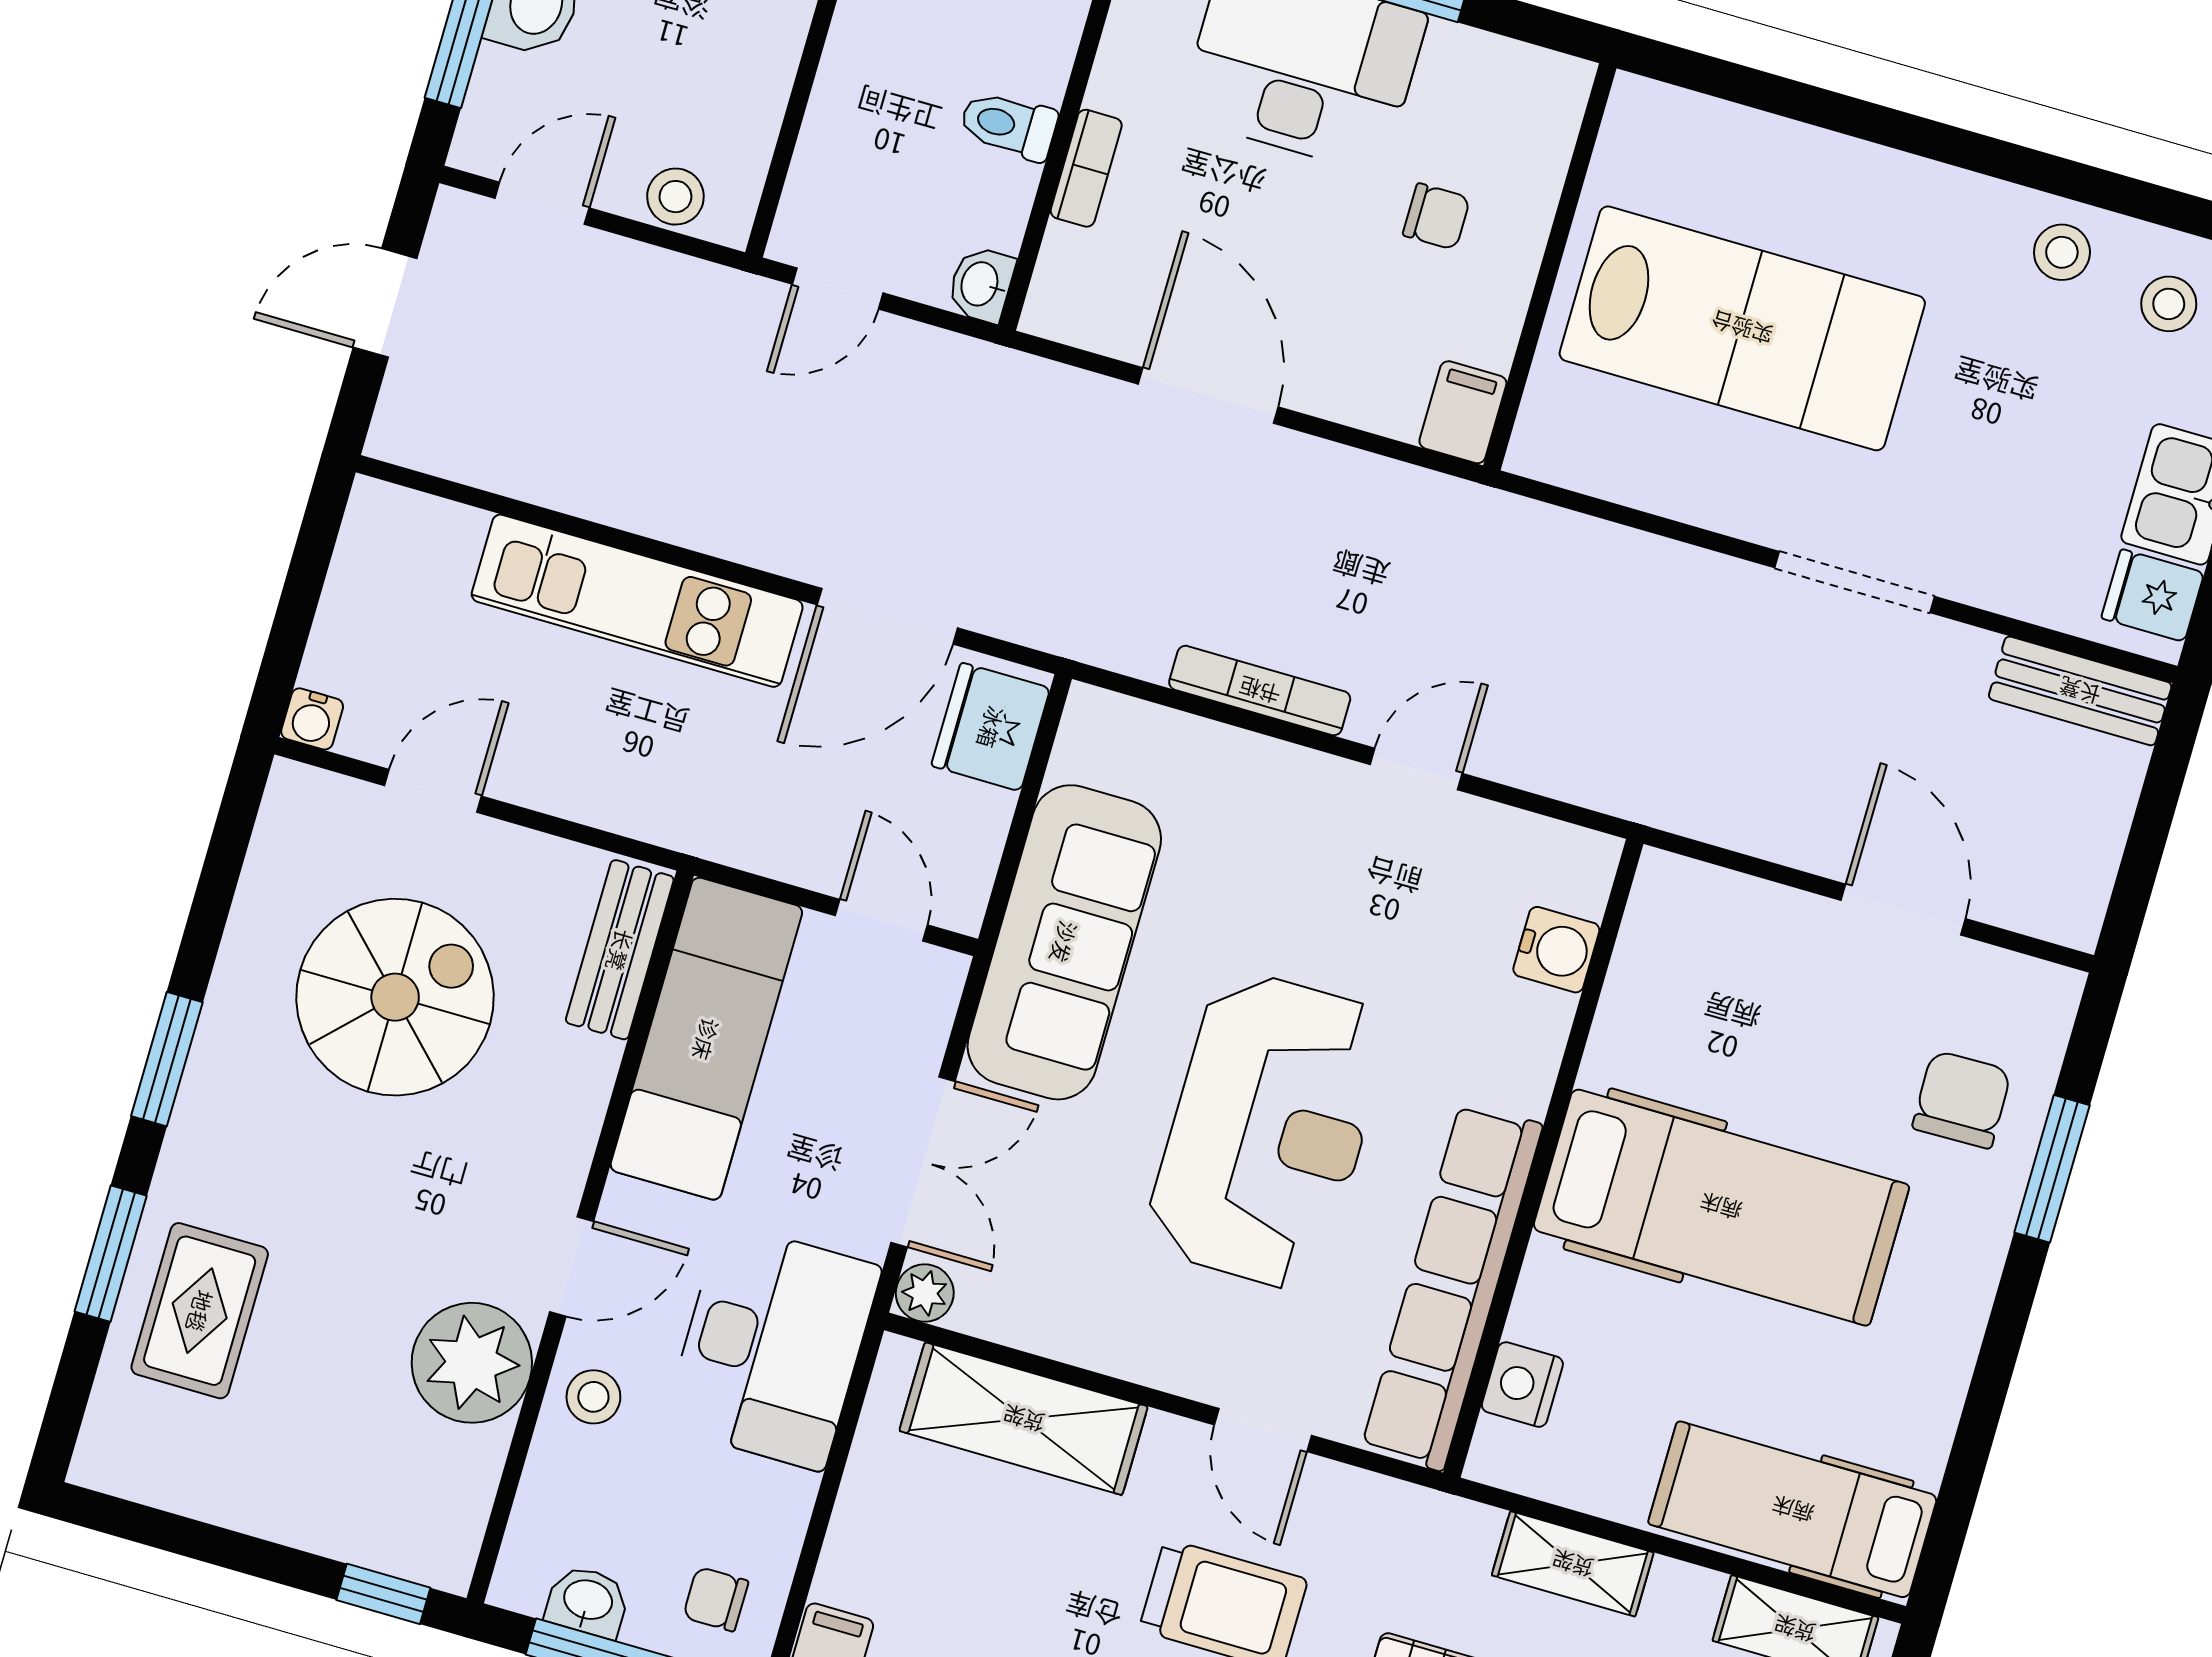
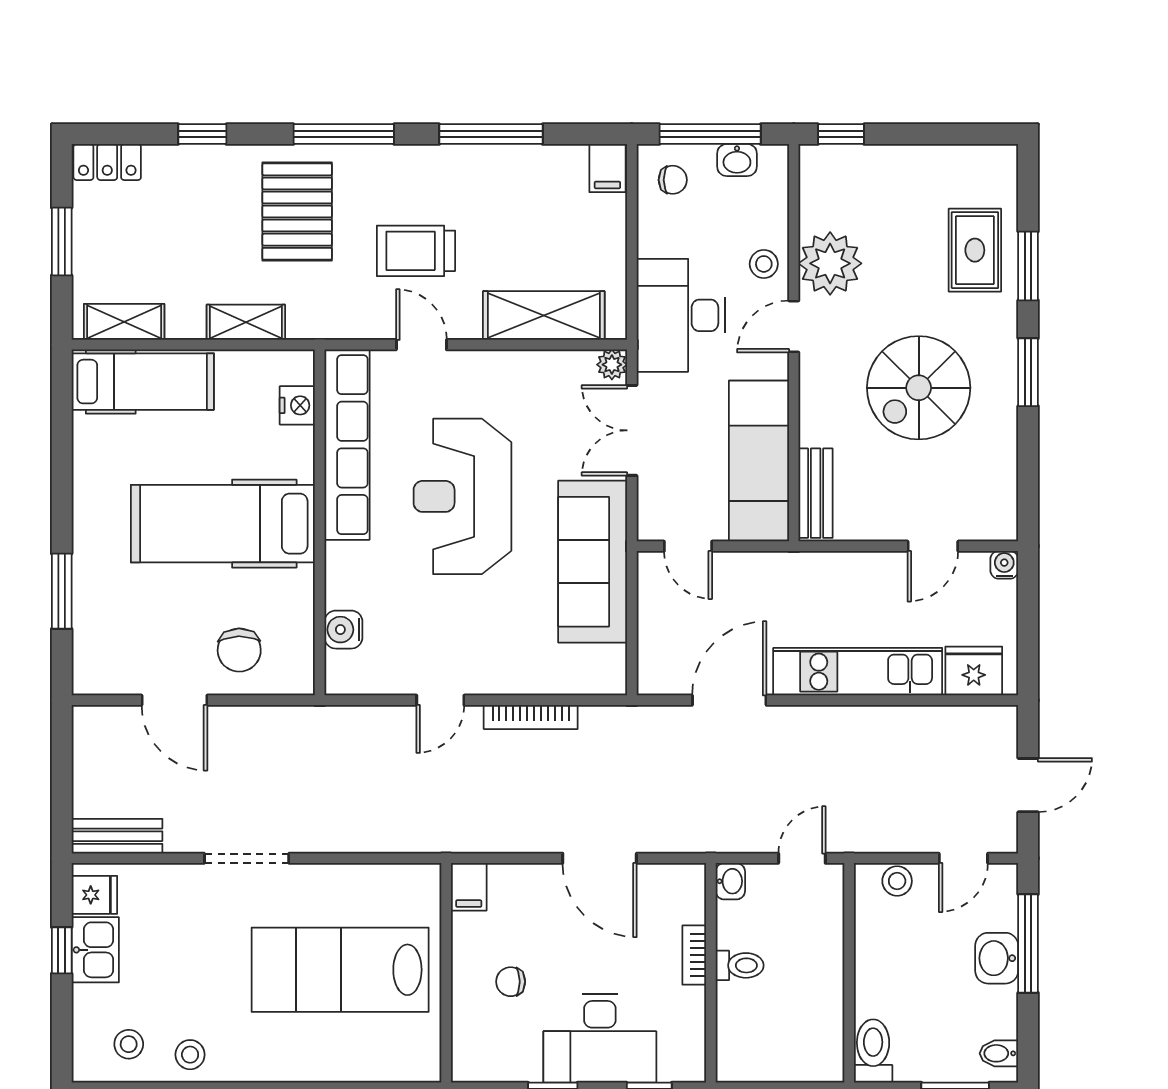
fridge: (991, 727) -> (974, 671), moved, turned -90
spiral stairs: (395, 997) -> (919, 388), moved
chair: (1962, 1099) -> (239, 650), moved

